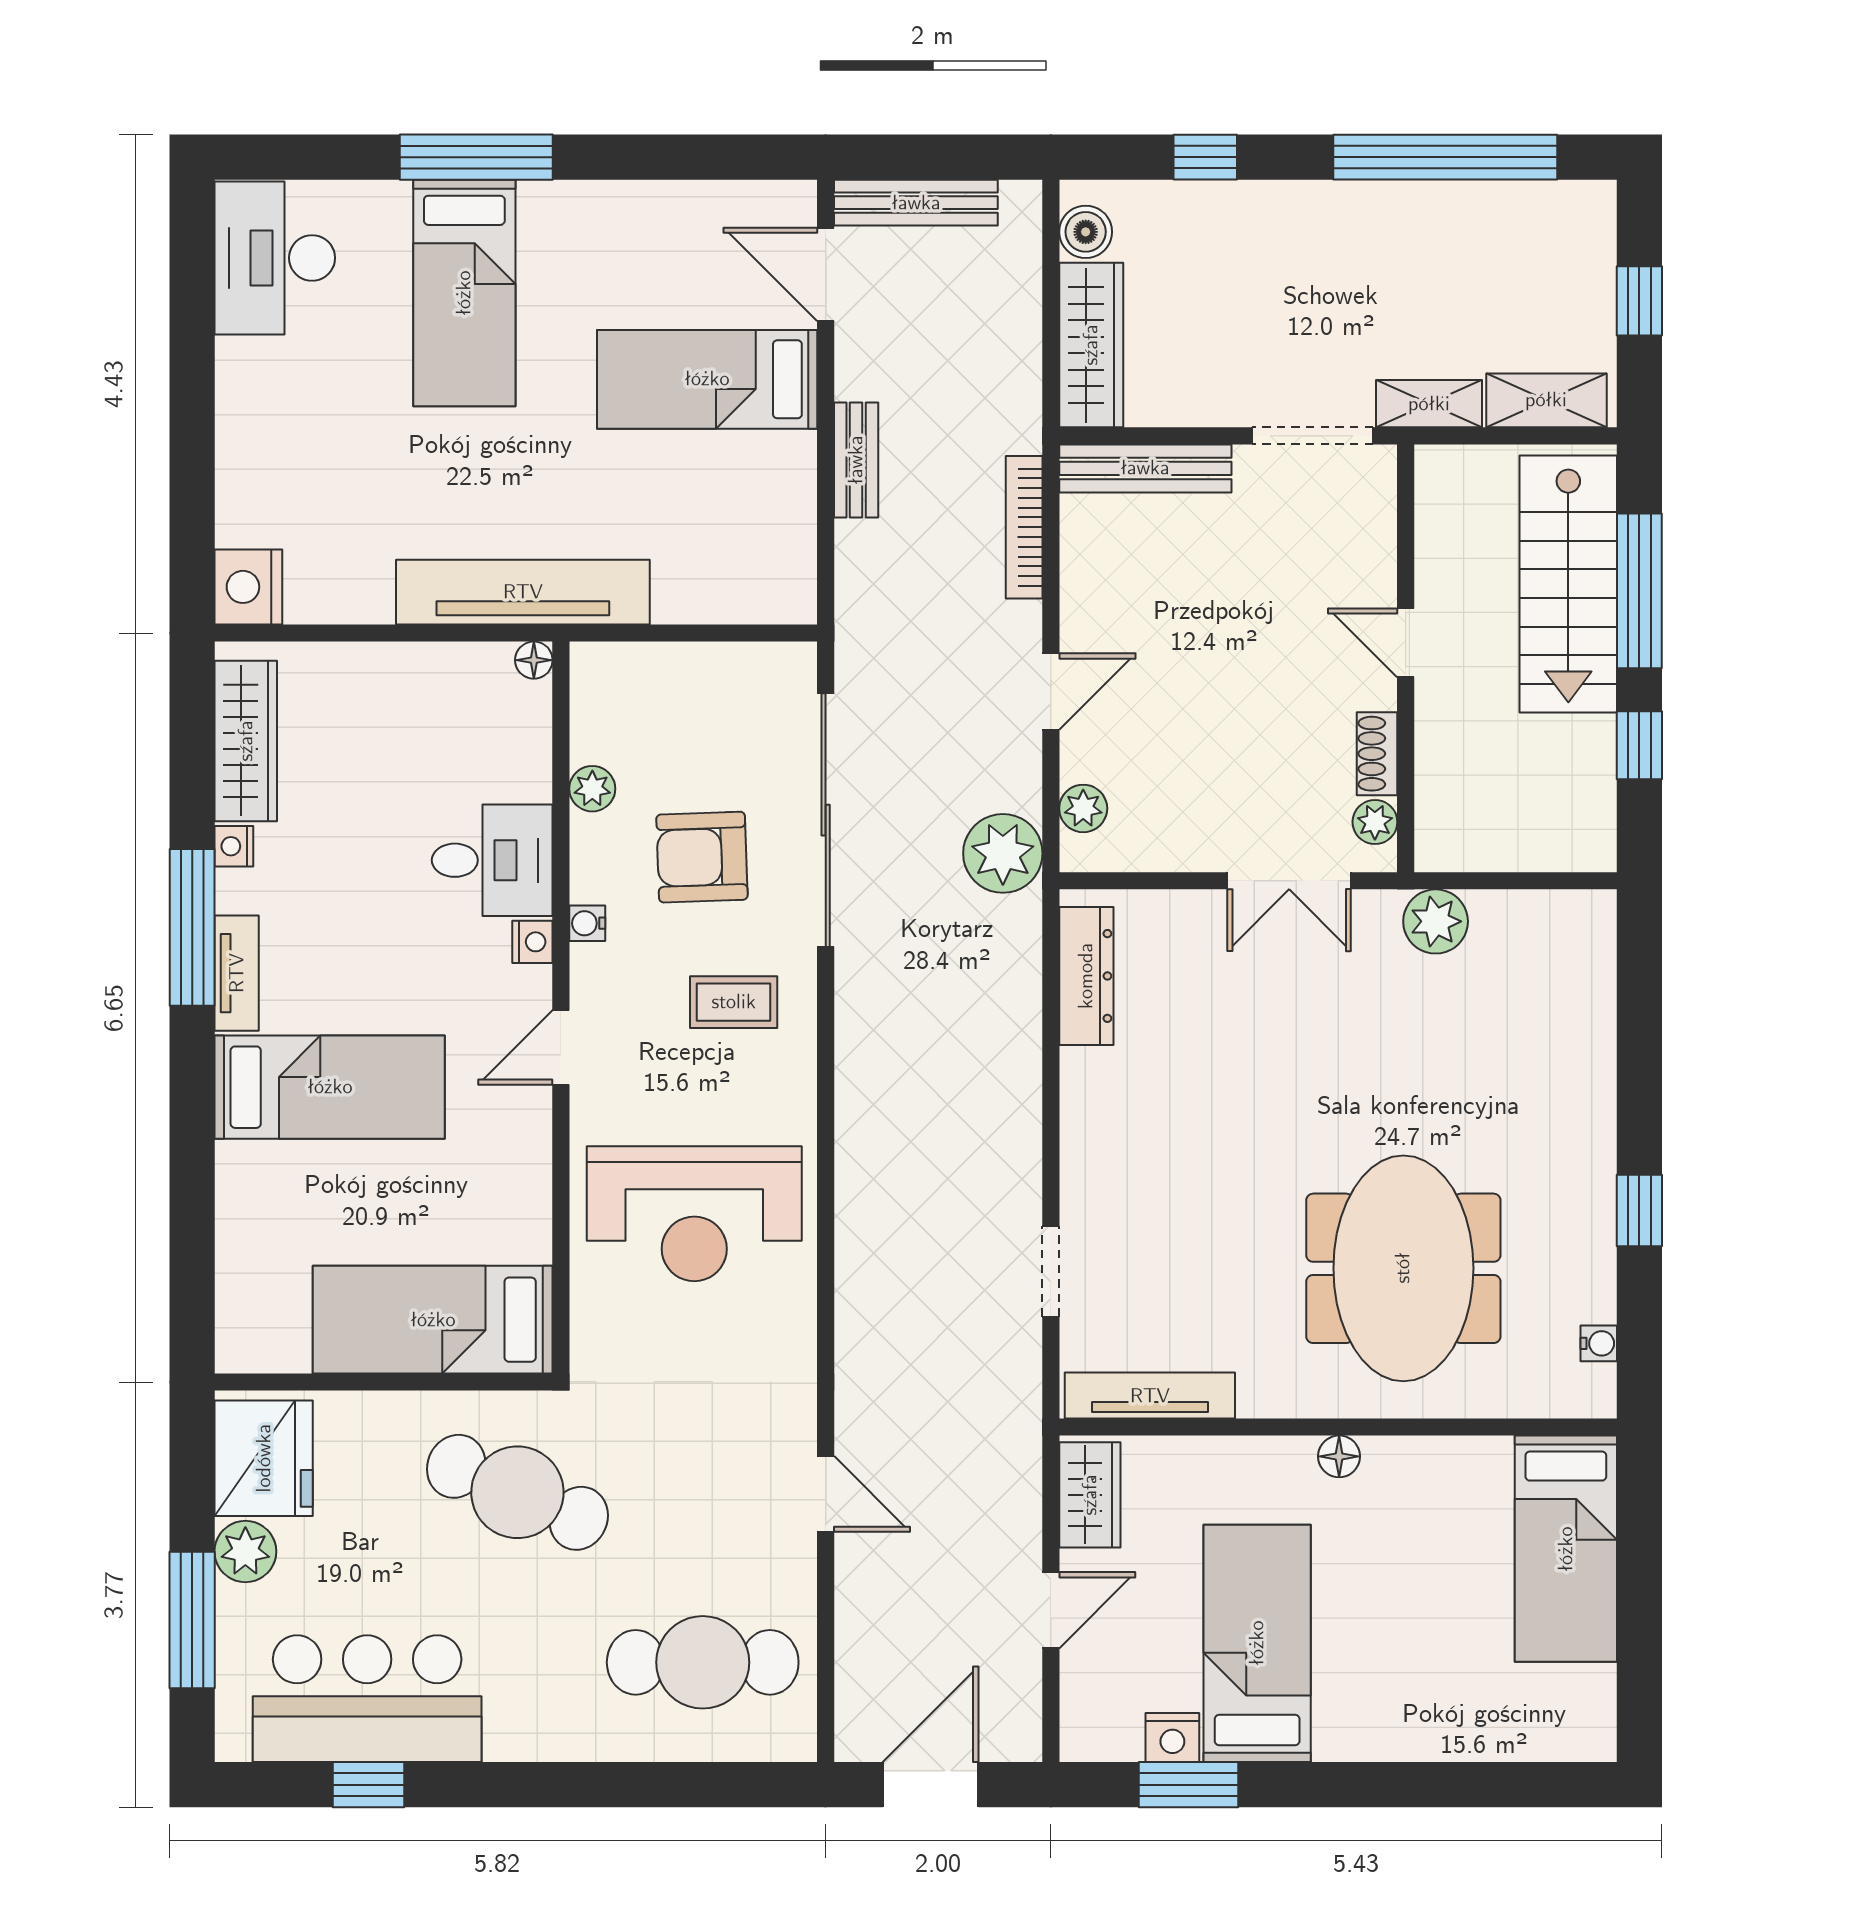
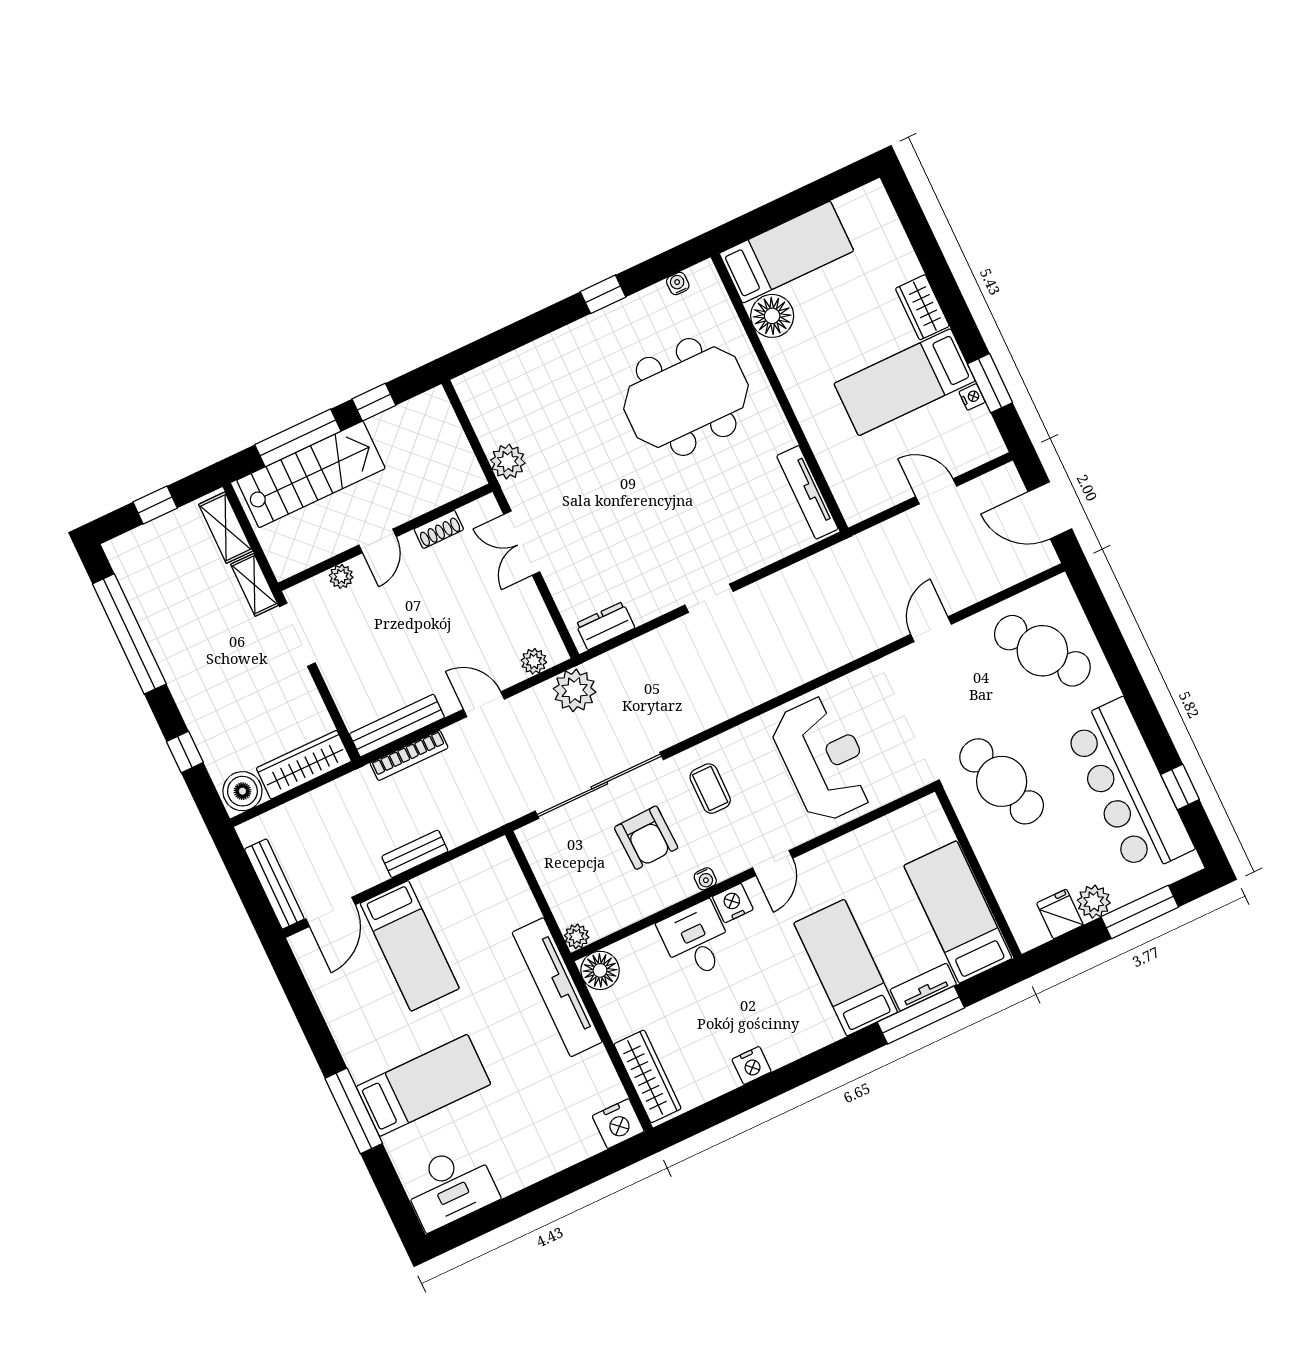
boiler: (1086, 232) -> (242, 791), width x1.36, depth x1.36
bench: (1145, 468) -> (397, 726), moved, turned 90
floor lamp: (534, 660) -> (600, 970), width x1.89, depth x1.89
wardrobe: (246, 741) -> (647, 1076), moved, turned 90
plant: (592, 789) -> (577, 936), moved
plant: (1375, 822) -> (341, 576), moved
nightstand: (234, 846) -> (752, 1065), width x1.39, depth x1.35
double door: (1289, 881) -> (522, 543), swing flipped
window: (192, 927) -> (921, 1015), moved
nightstand: (532, 942) -> (733, 903), width x1.39, depth x1.35
tv unit: (237, 973) -> (923, 987), moved
dresser: (1086, 976) -> (605, 626), width x0.70
door: (561, 1047) -> (773, 863), hinge flipped
doorway: (1051, 1271) -> (709, 598), moved
bed: (433, 1320) -> (958, 912), moved, turned 180
floor lamp: (1339, 1456) -> (772, 316), moved, width x1.89, depth x1.89
fridge: (264, 1458) -> (1060, 914), width x0.53, depth x0.75
cafe table: (517, 1492) -> (1002, 781), turned -42
wardrobe: (1090, 1495) -> (922, 307), moved, turned -90
cafe table: (703, 1662) -> (1042, 651), turned -35
bar counter: (367, 1699) -> (1128, 787), width x1.36
nightstand: (1172, 1737) -> (972, 397), width x0.72, depth x0.74

